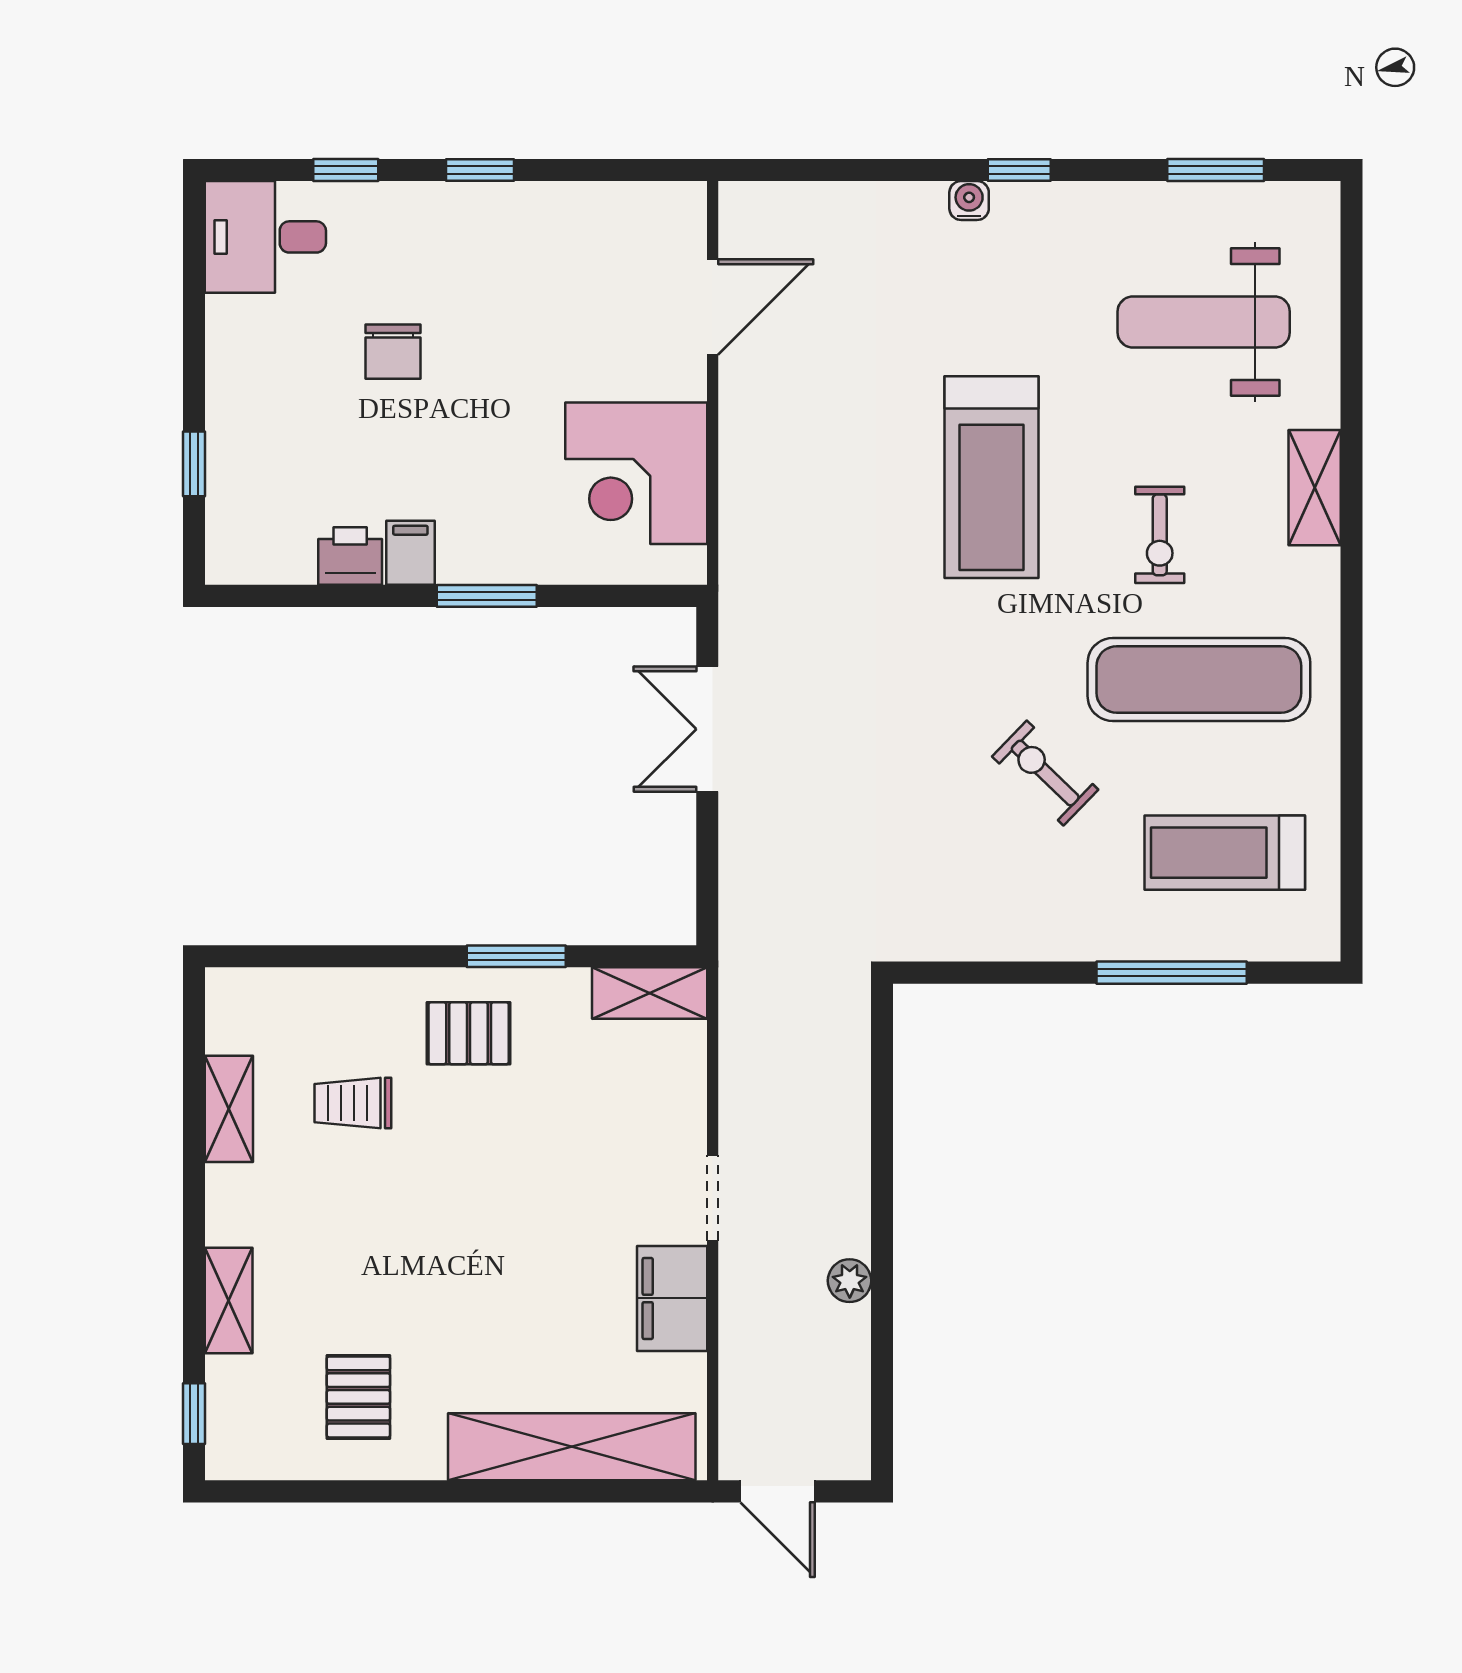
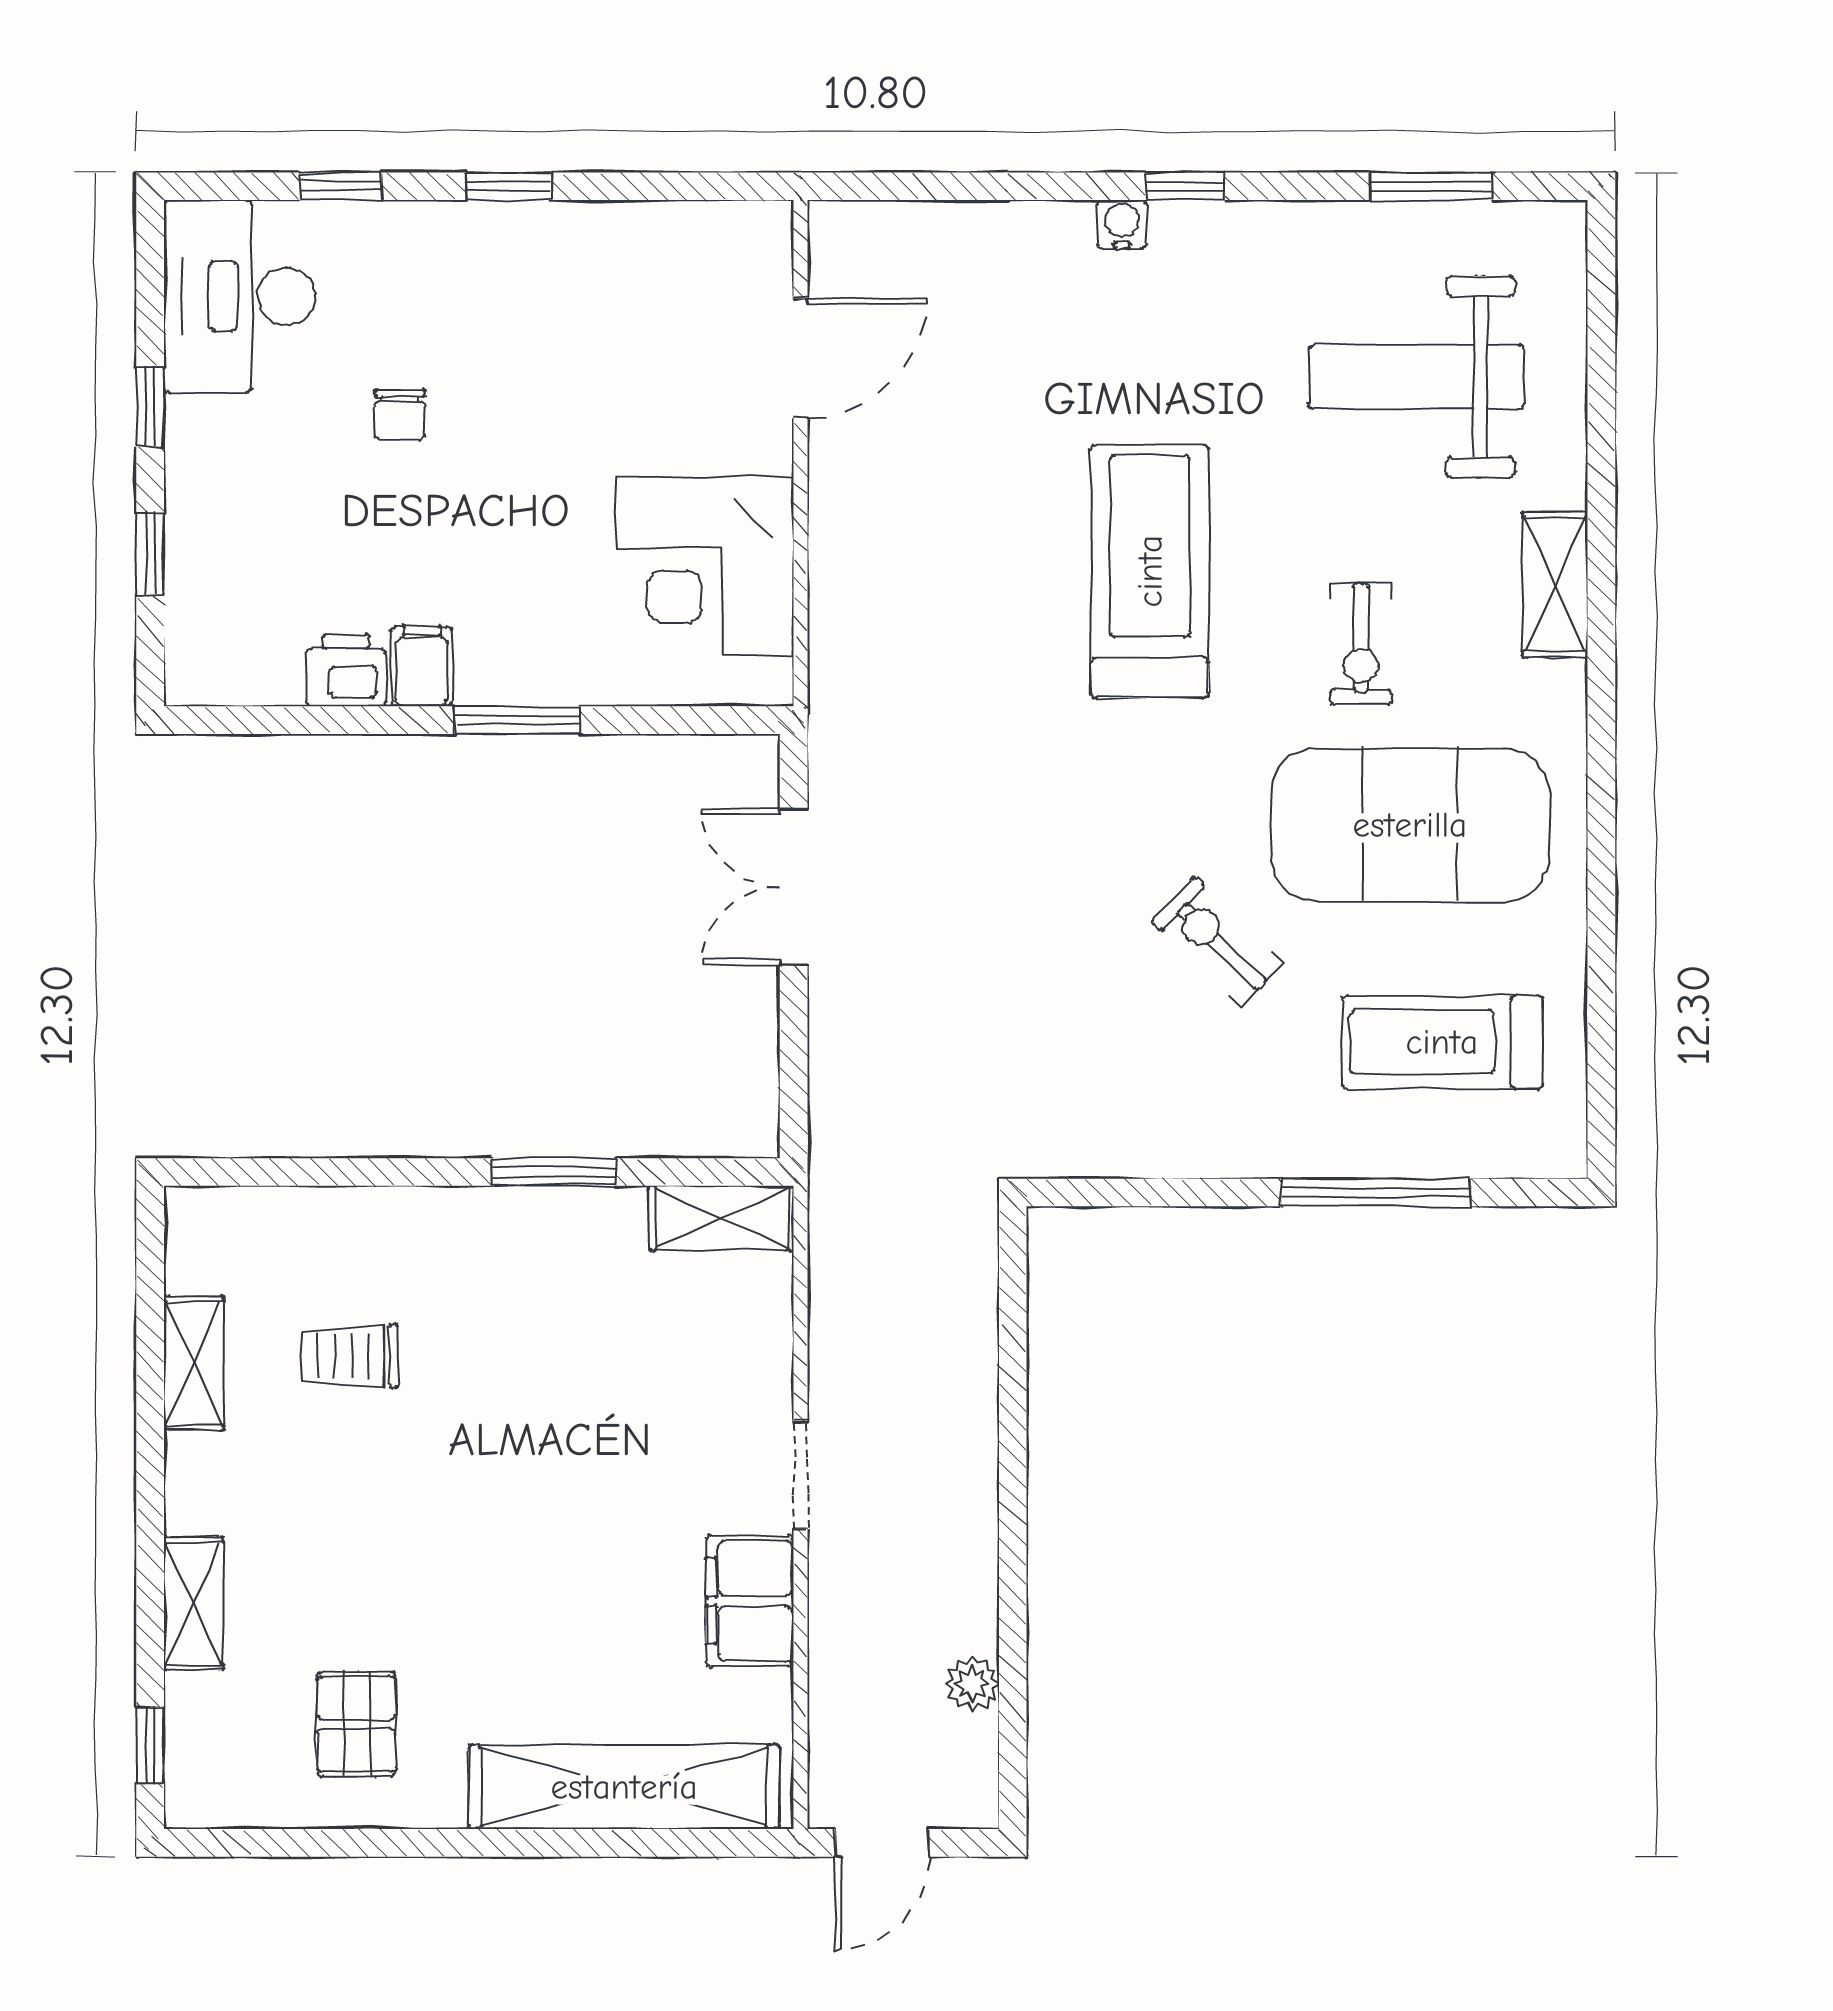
desk: (265, 237) -> (240, 296), width x1.37
window: (194, 346) -> (150, 407), added
chair: (393, 352) -> (400, 414), width x0.73, depth x0.73
treadmill: (991, 477) -> (1150, 571), turned 180
exercise mat: (1199, 679) -> (1410, 825), width x1.47
pallet: (469, 1033) -> (494, 1268), removed
plant: (850, 1281) -> (972, 1684), moved
door: (778, 1491) -> (882, 1843), hinge flipped

